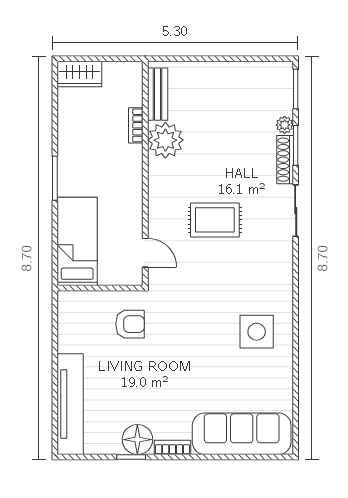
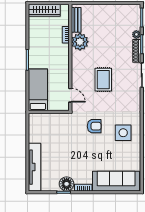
wardrobe: (79, 74) -> (44, 10), width x1.50
rug: (215, 220) -> (103, 80), turned 90
armchair: (130, 324) -> (94, 126), moved

